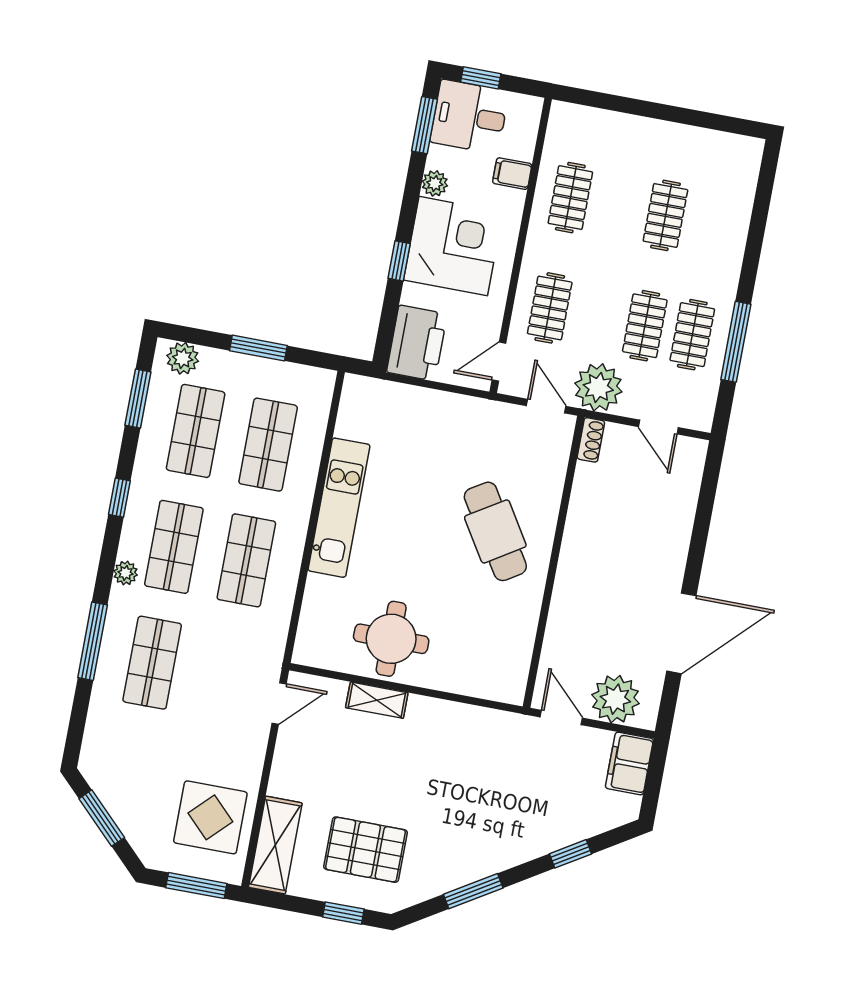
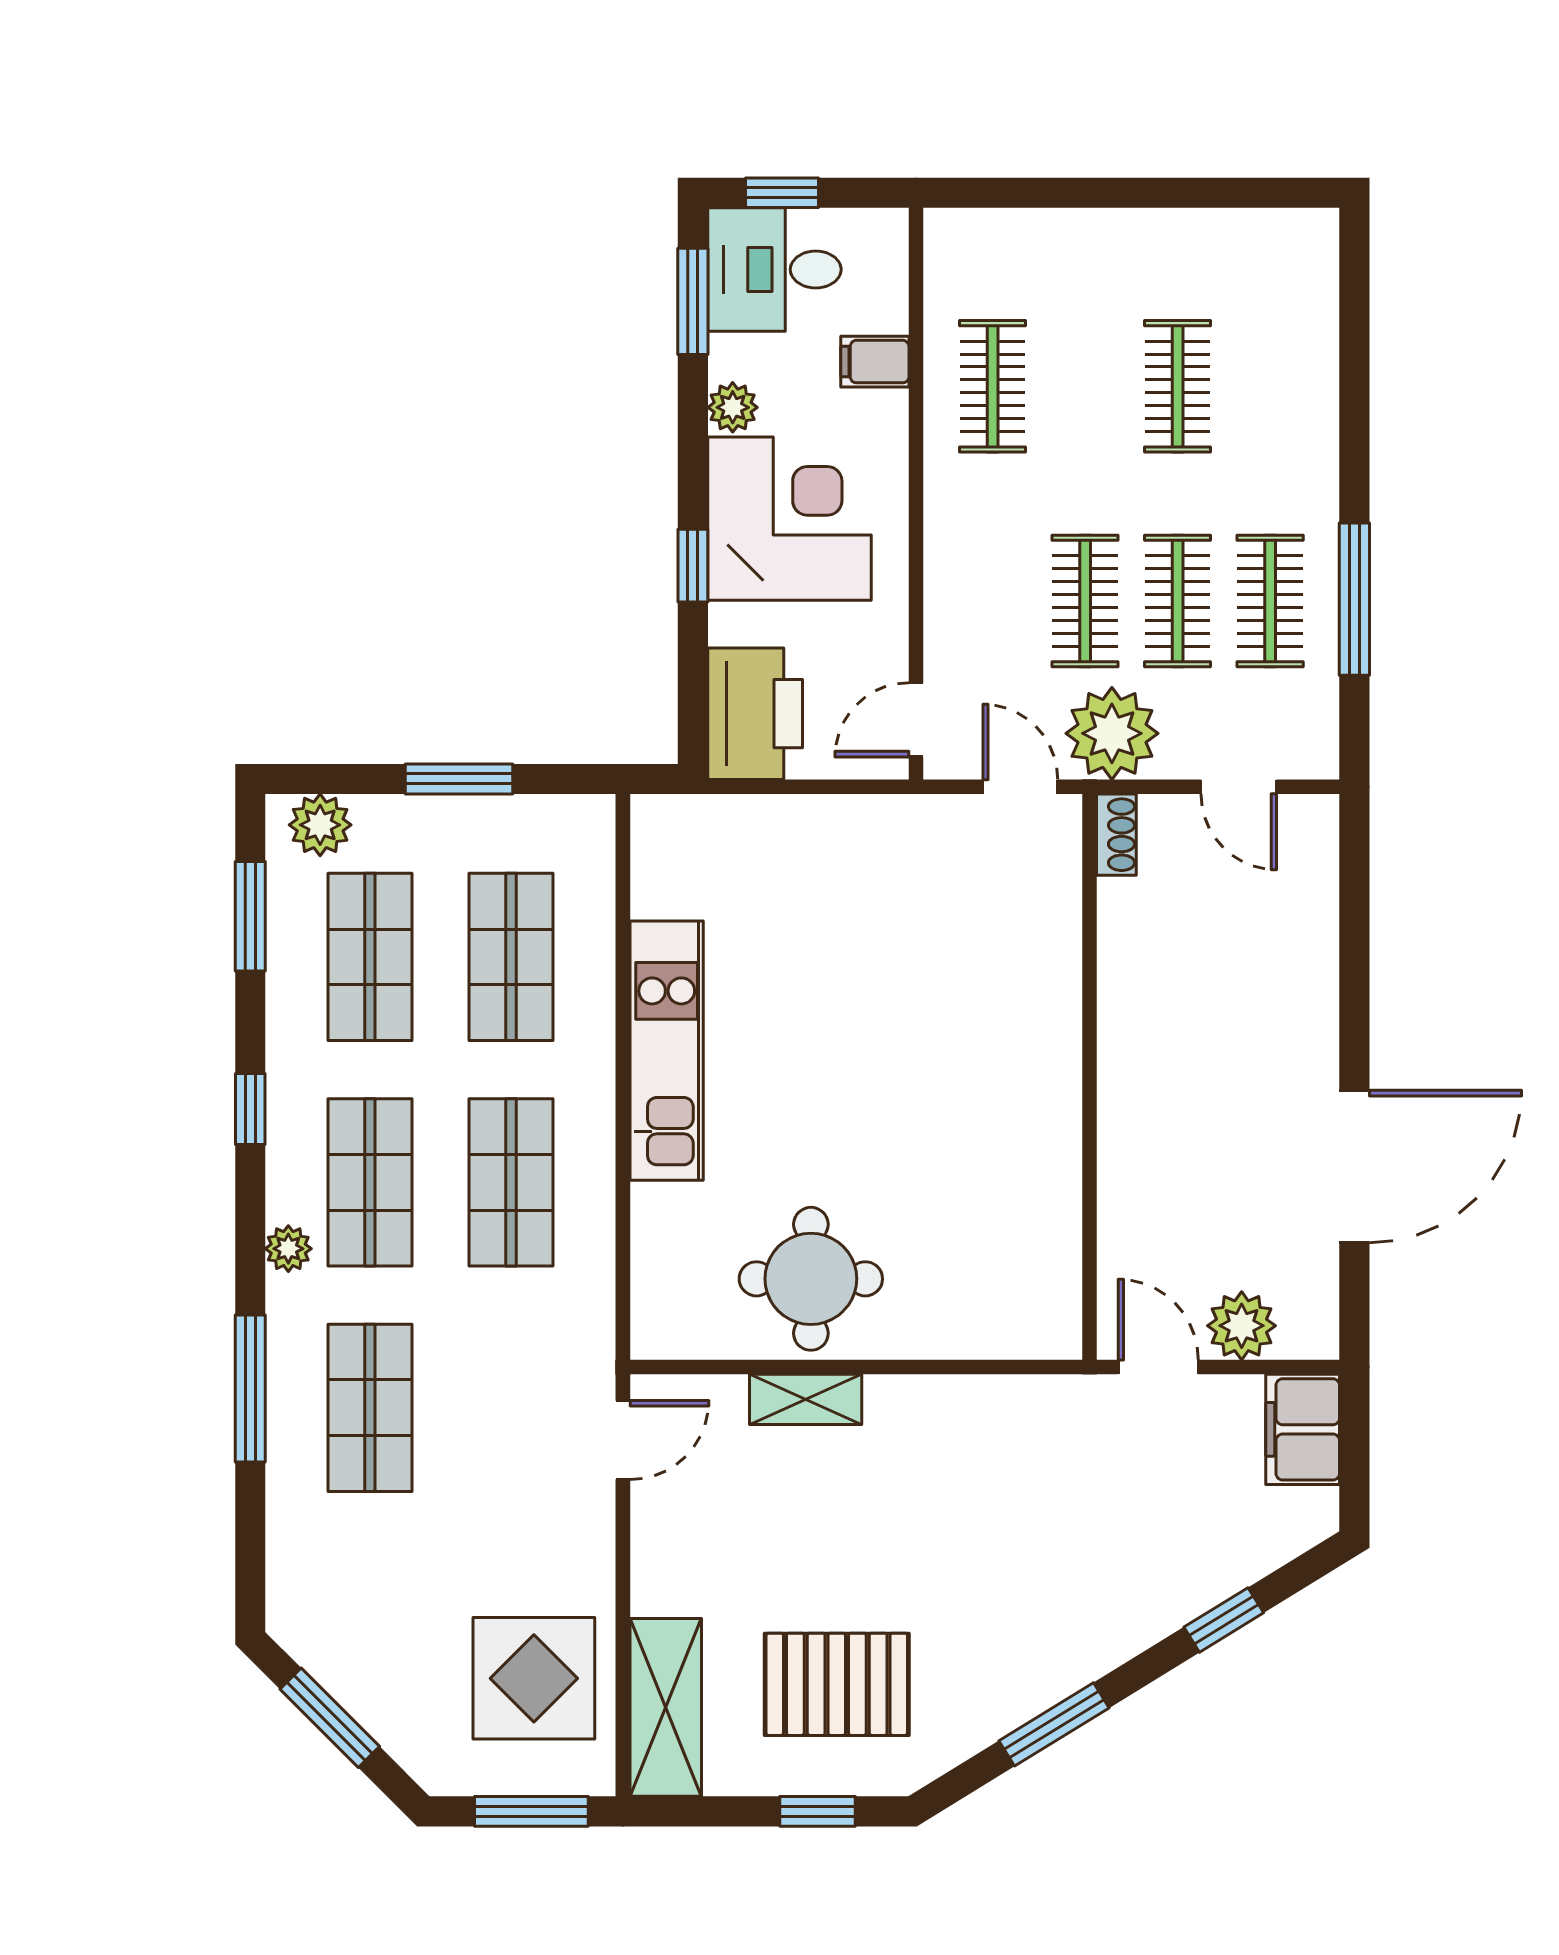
clothes rail: (550, 308) -> (1085, 601), moved
cafe table: (495, 531) -> (969, 1040), removed
plant: (615, 699) -> (1242, 1326), width x0.73, depth x0.73

